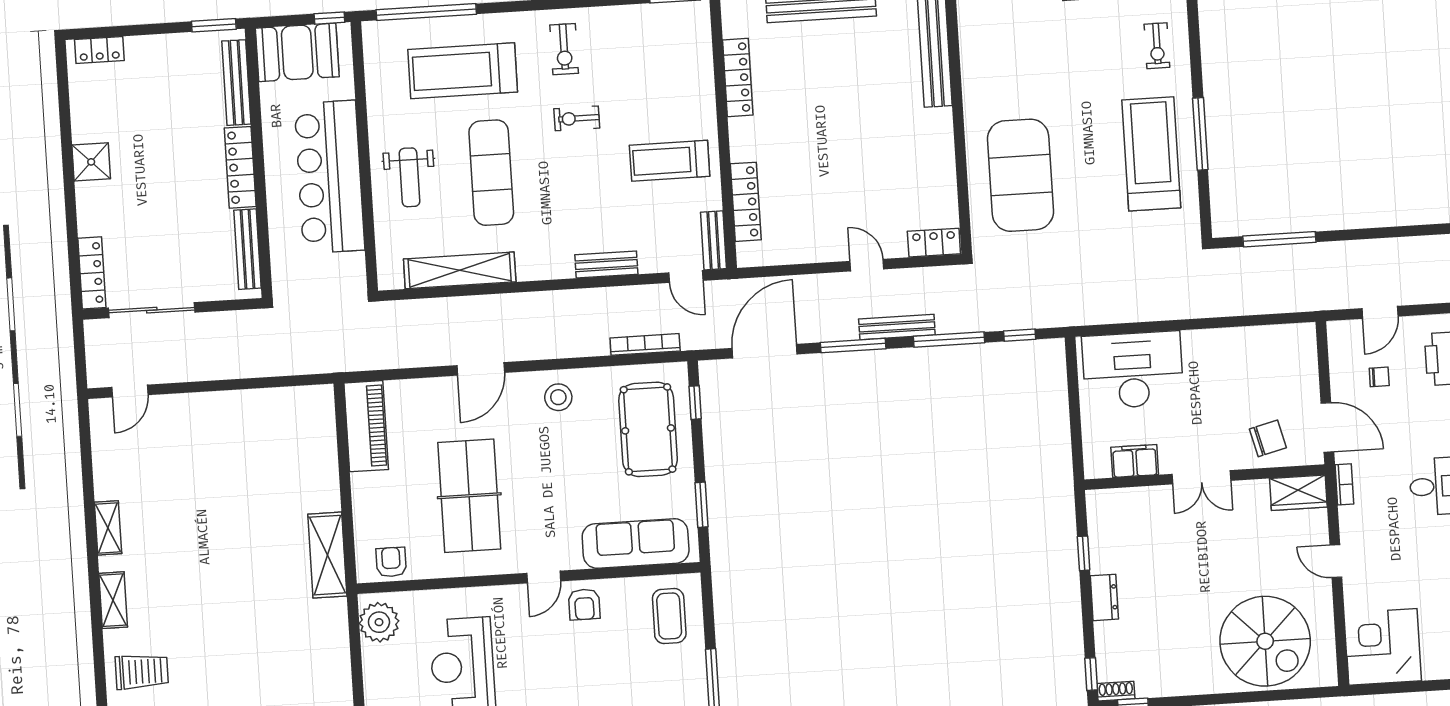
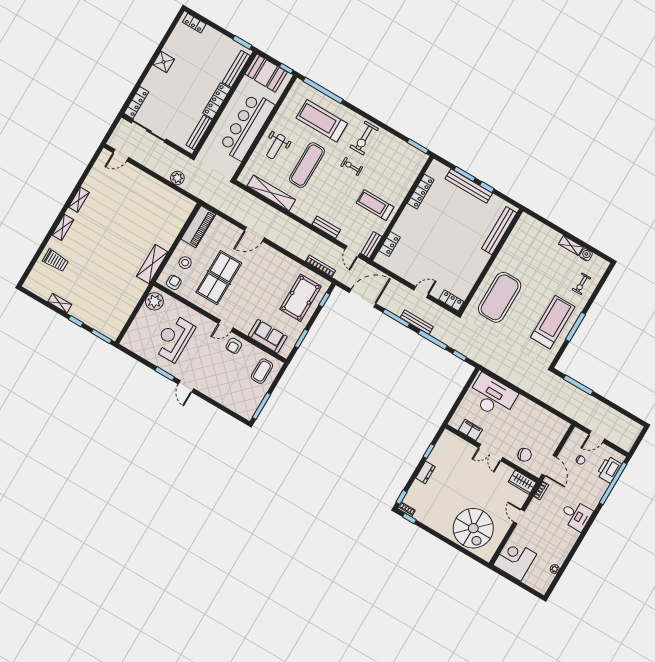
exercise bike: (564, 49) -> (364, 138), width x1.38, depth x1.39
locker: (746, 202) -> (390, 244), width x0.66
door: (867, 265) -> (421, 292), hinge flipped
plant: (265, 362) -> (177, 178), added
stool: (558, 397) -> (185, 263), moved
sofa: (636, 543) -> (268, 336), width x0.73

